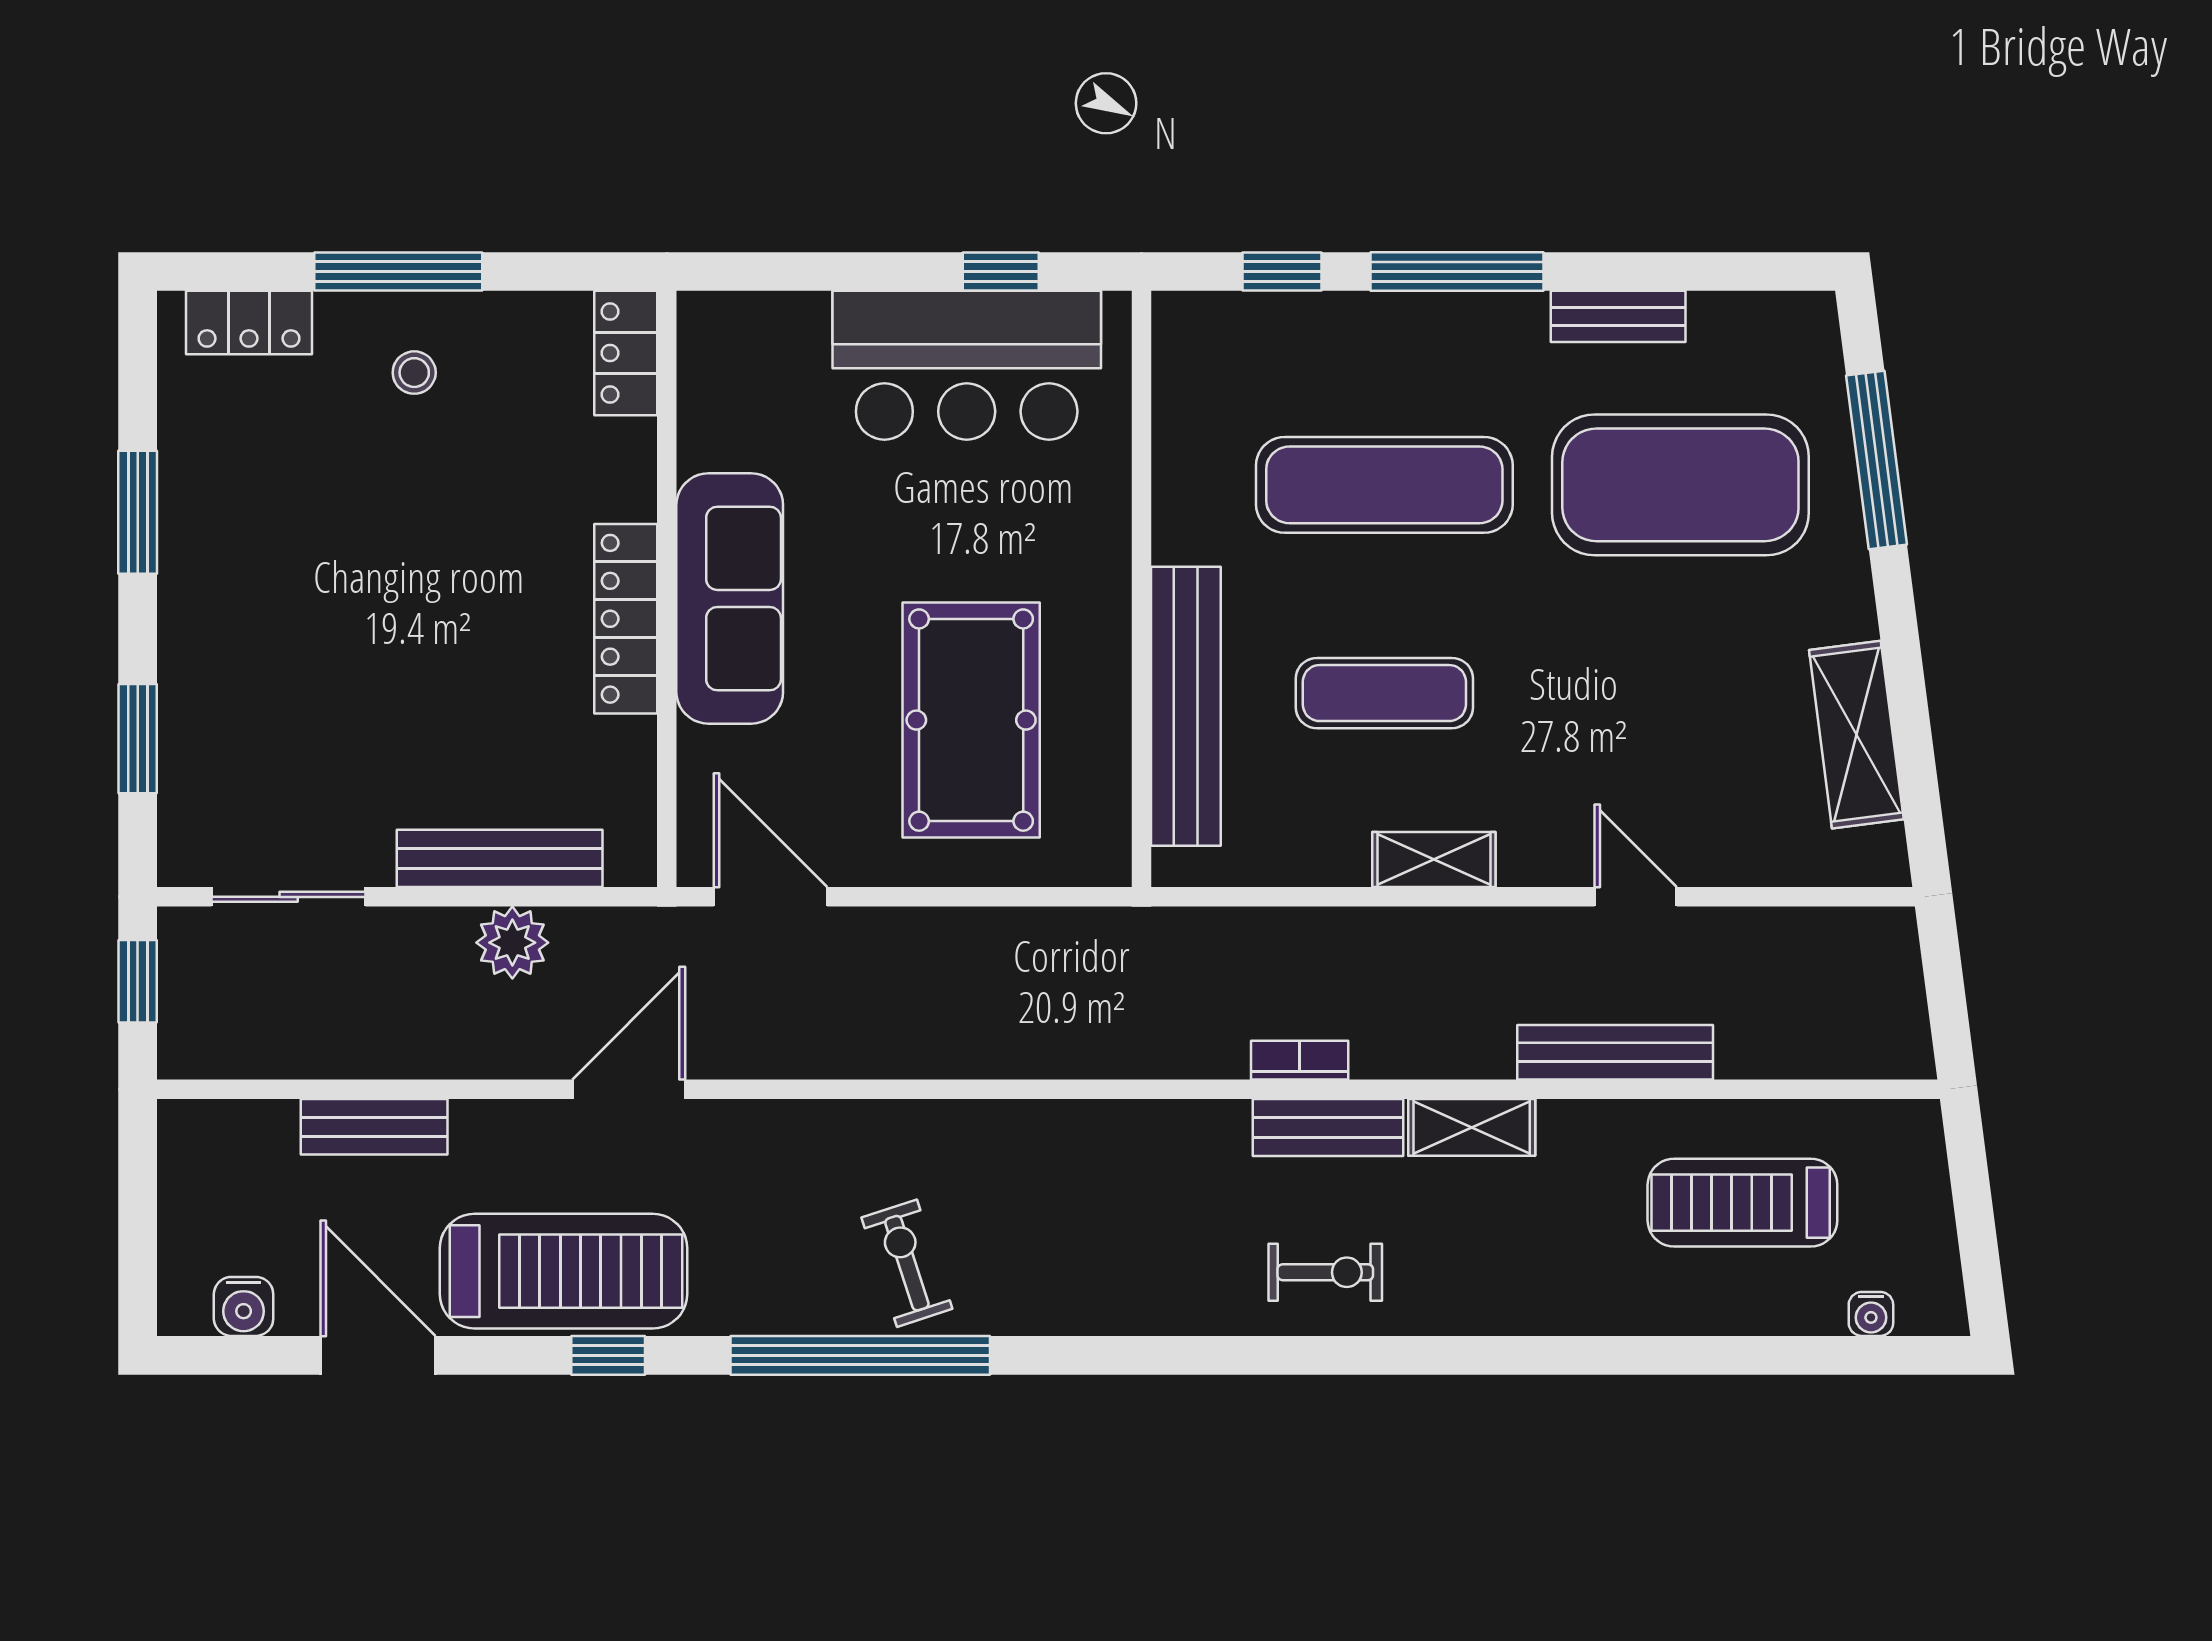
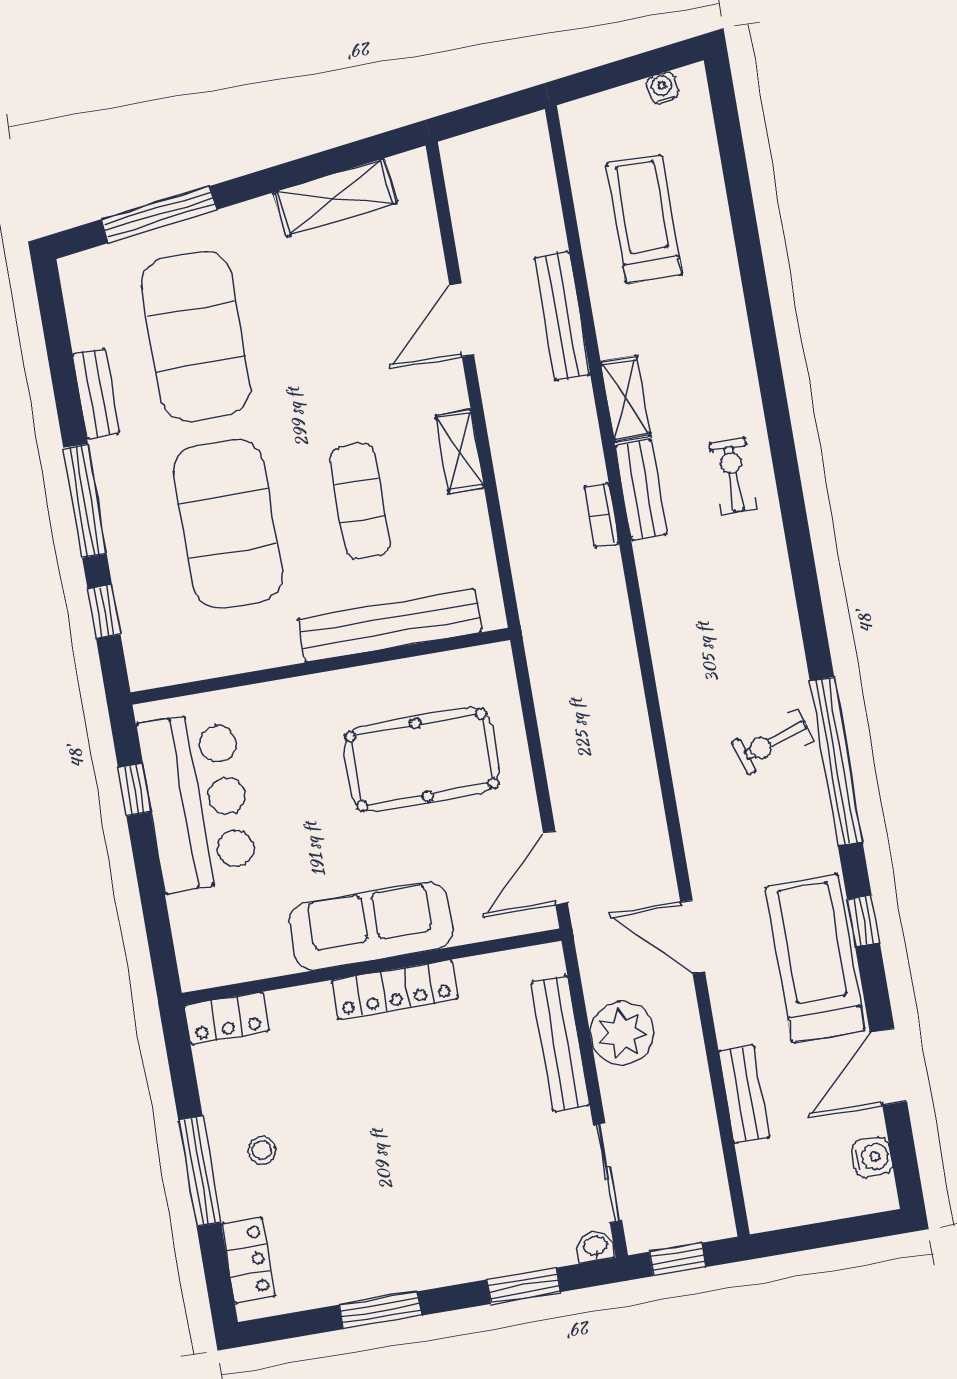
exercise mat: (1384, 485) -> (228, 524), width x1.47
washbasin: (180, 859) -> (595, 1246), added
door: (1636, 897) -> (462, 320), width x1.38
plant: (512, 943) -> (622, 1033), width x1.36, depth x1.36
treadmill: (1742, 1203) -> (644, 219), turned 180
water cooler: (1871, 1314) -> (662, 88), moved, turned -97

